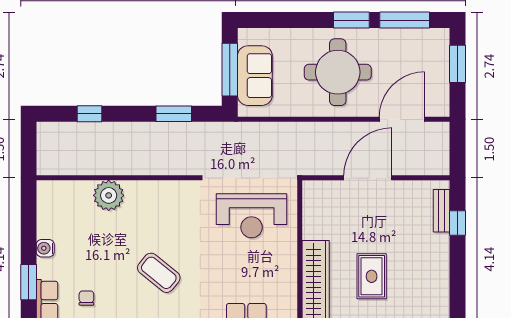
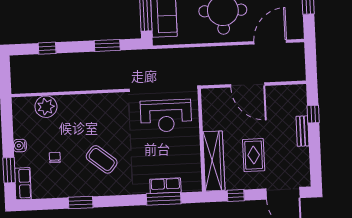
door: (368, 178) -> (248, 85), swing flipped
plant: (109, 195) -> (46, 107), moved
bench: (442, 211) -> (302, 131), moved
chair: (86, 298) -> (55, 157), moved

